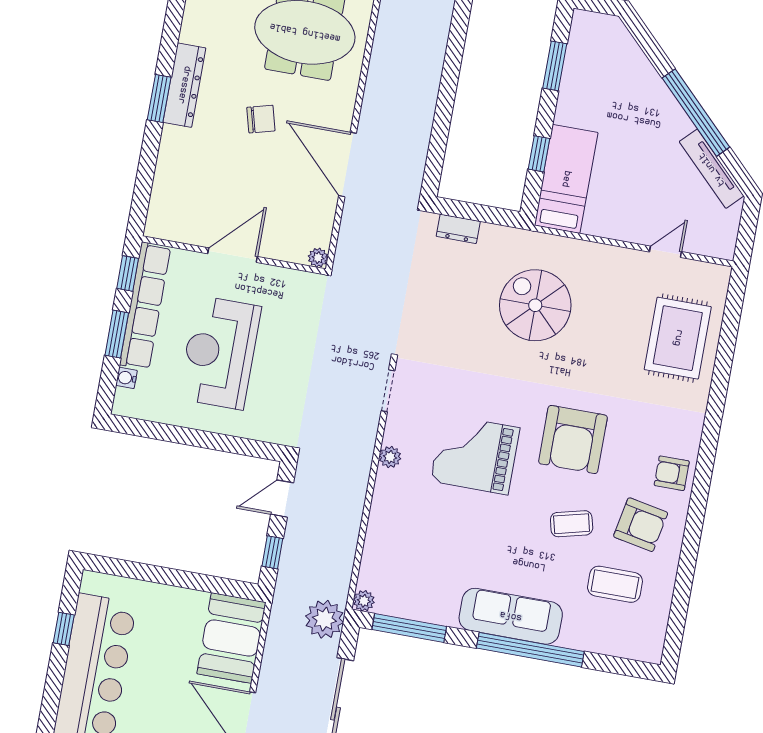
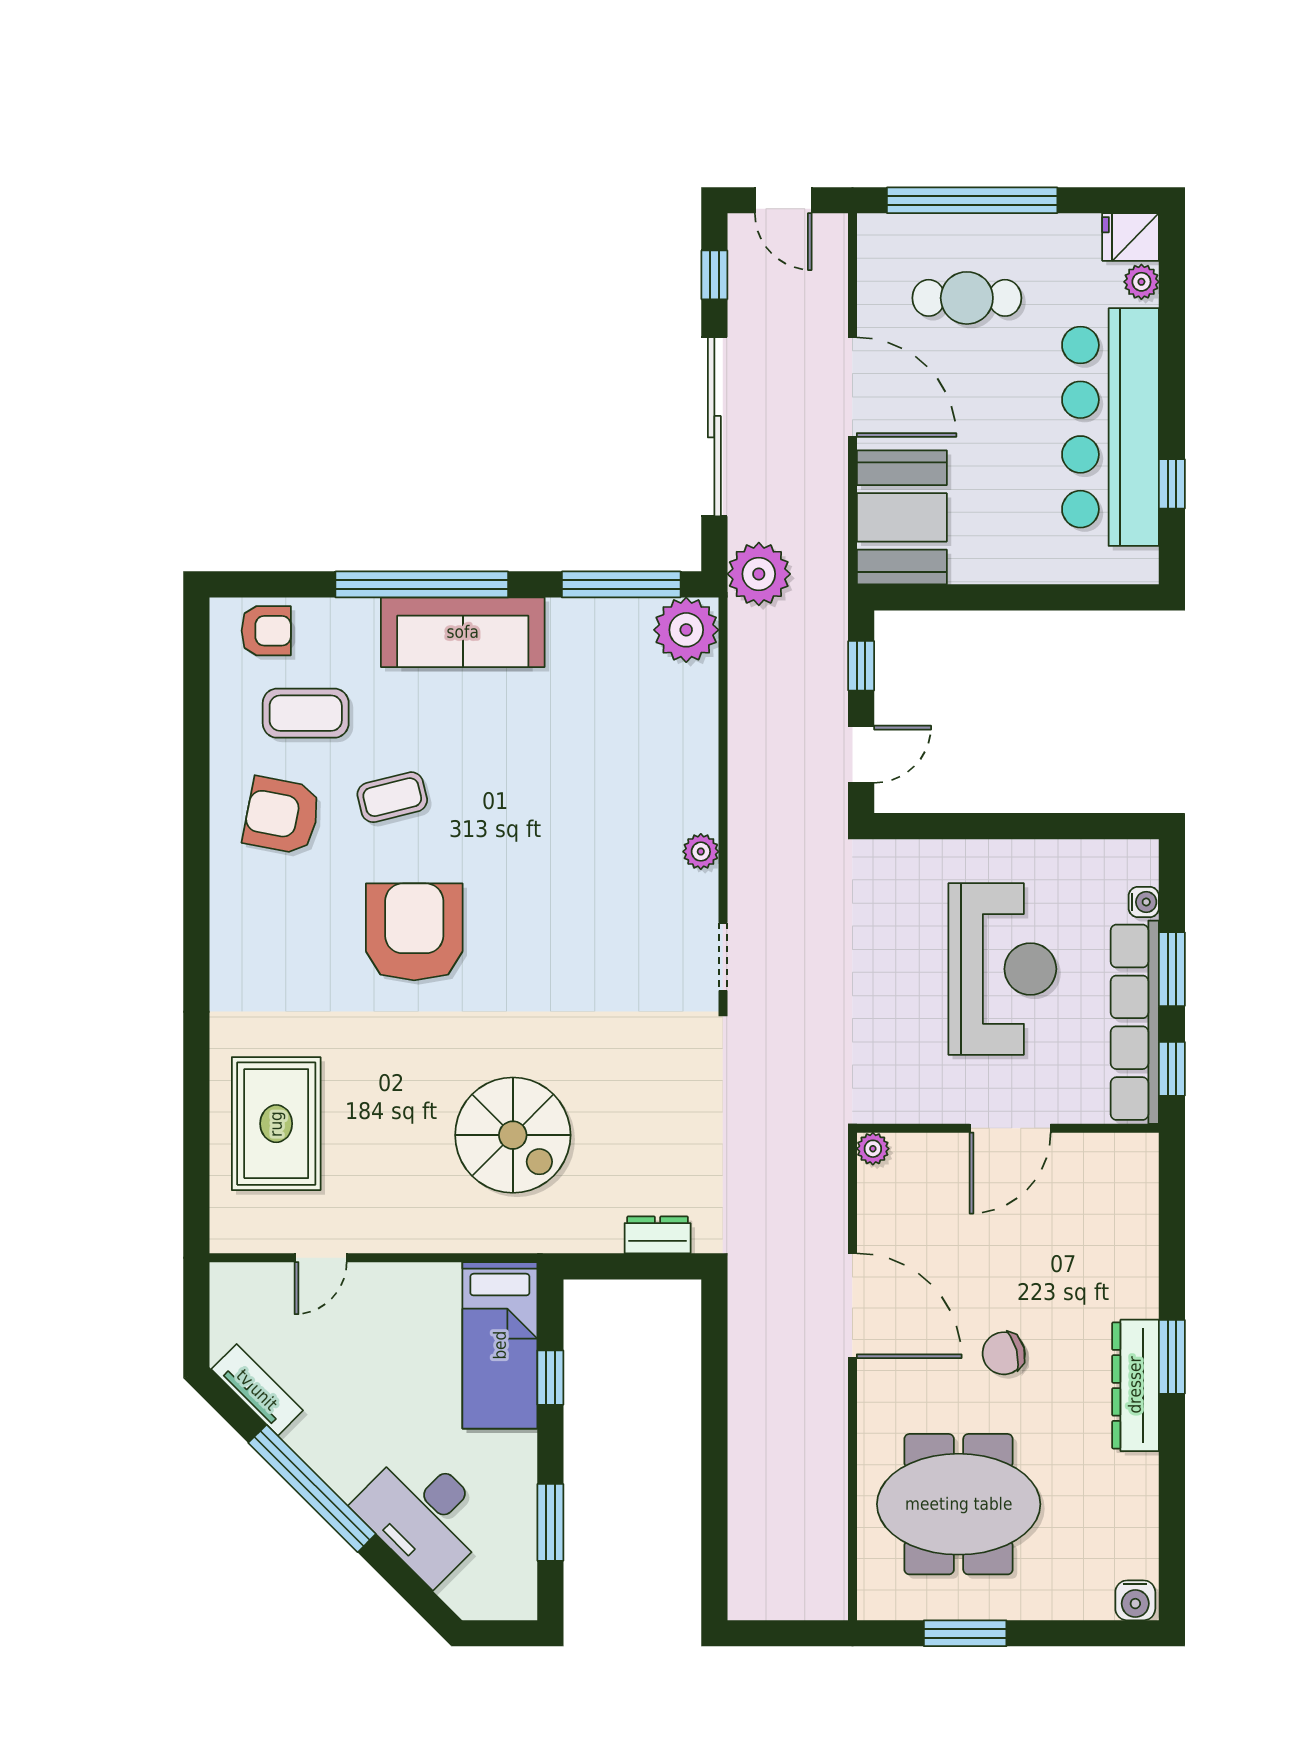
desk: (631, 84) -> (424, 1515), added
tv unit: (712, 169) -> (257, 1390), width x0.71
grand piano: (475, 454) -> (566, 880), removed
armchair: (672, 473) -> (266, 631), moved
plant: (364, 601) -> (686, 630), width x1.87, depth x1.87

